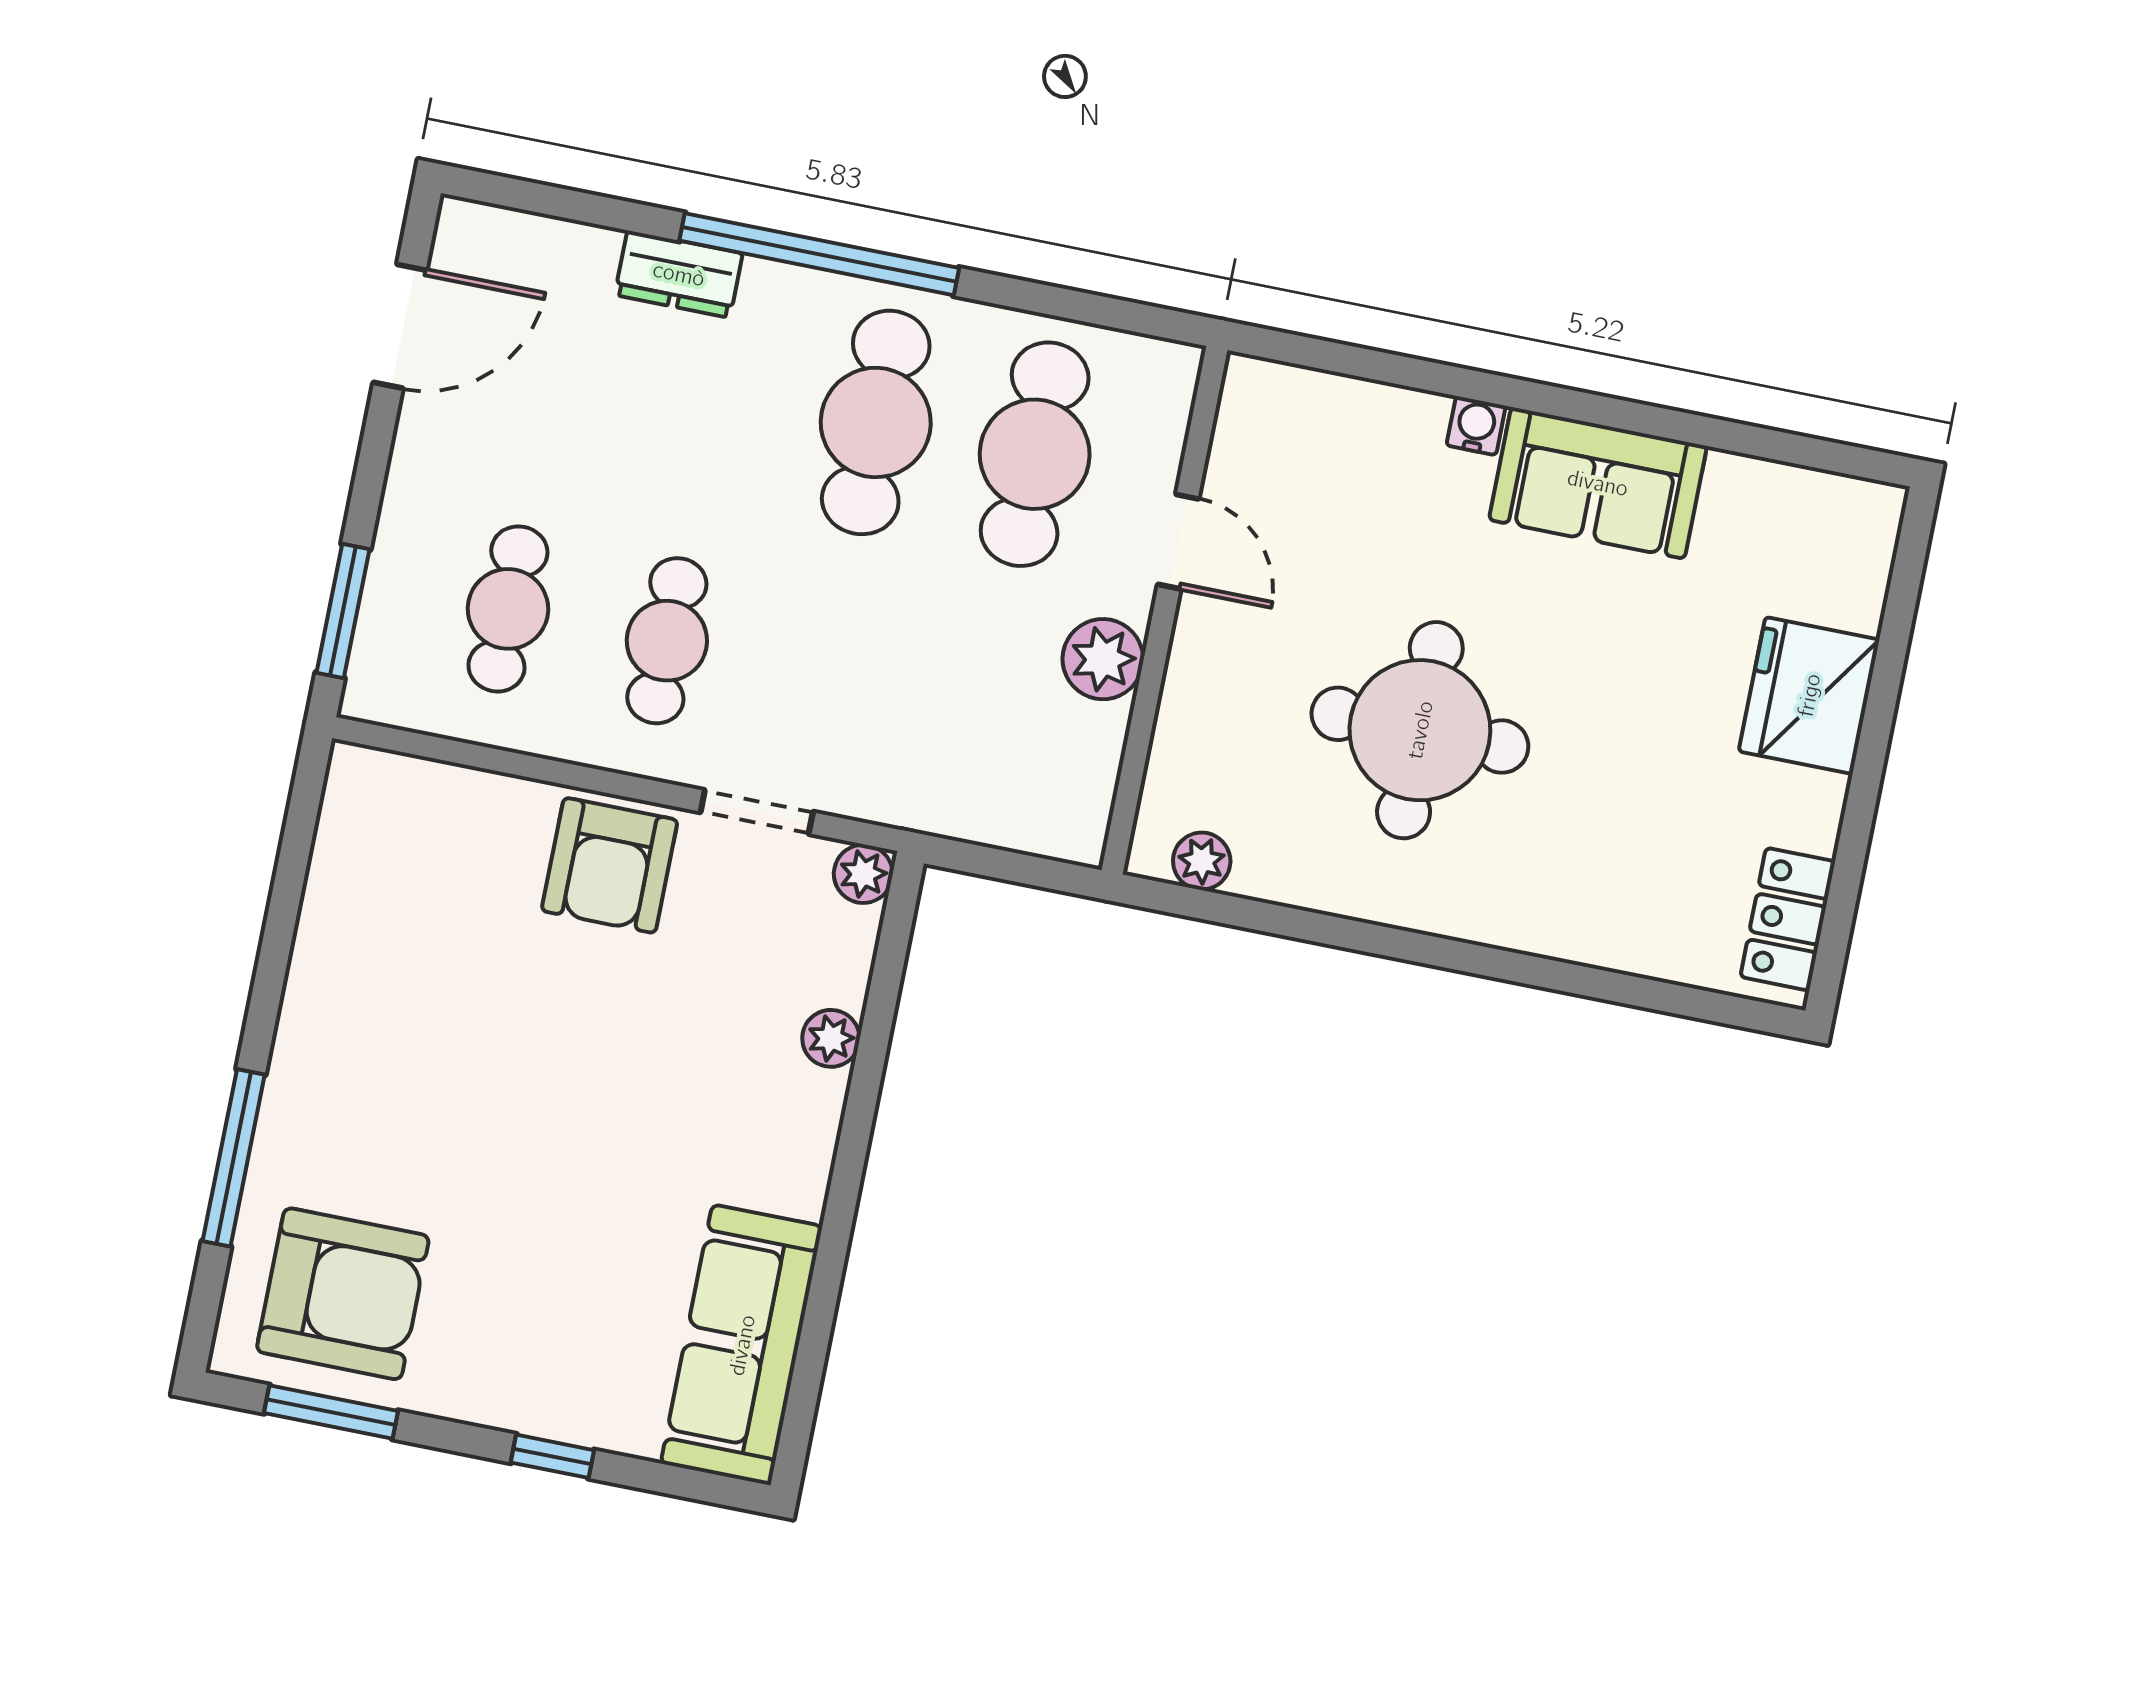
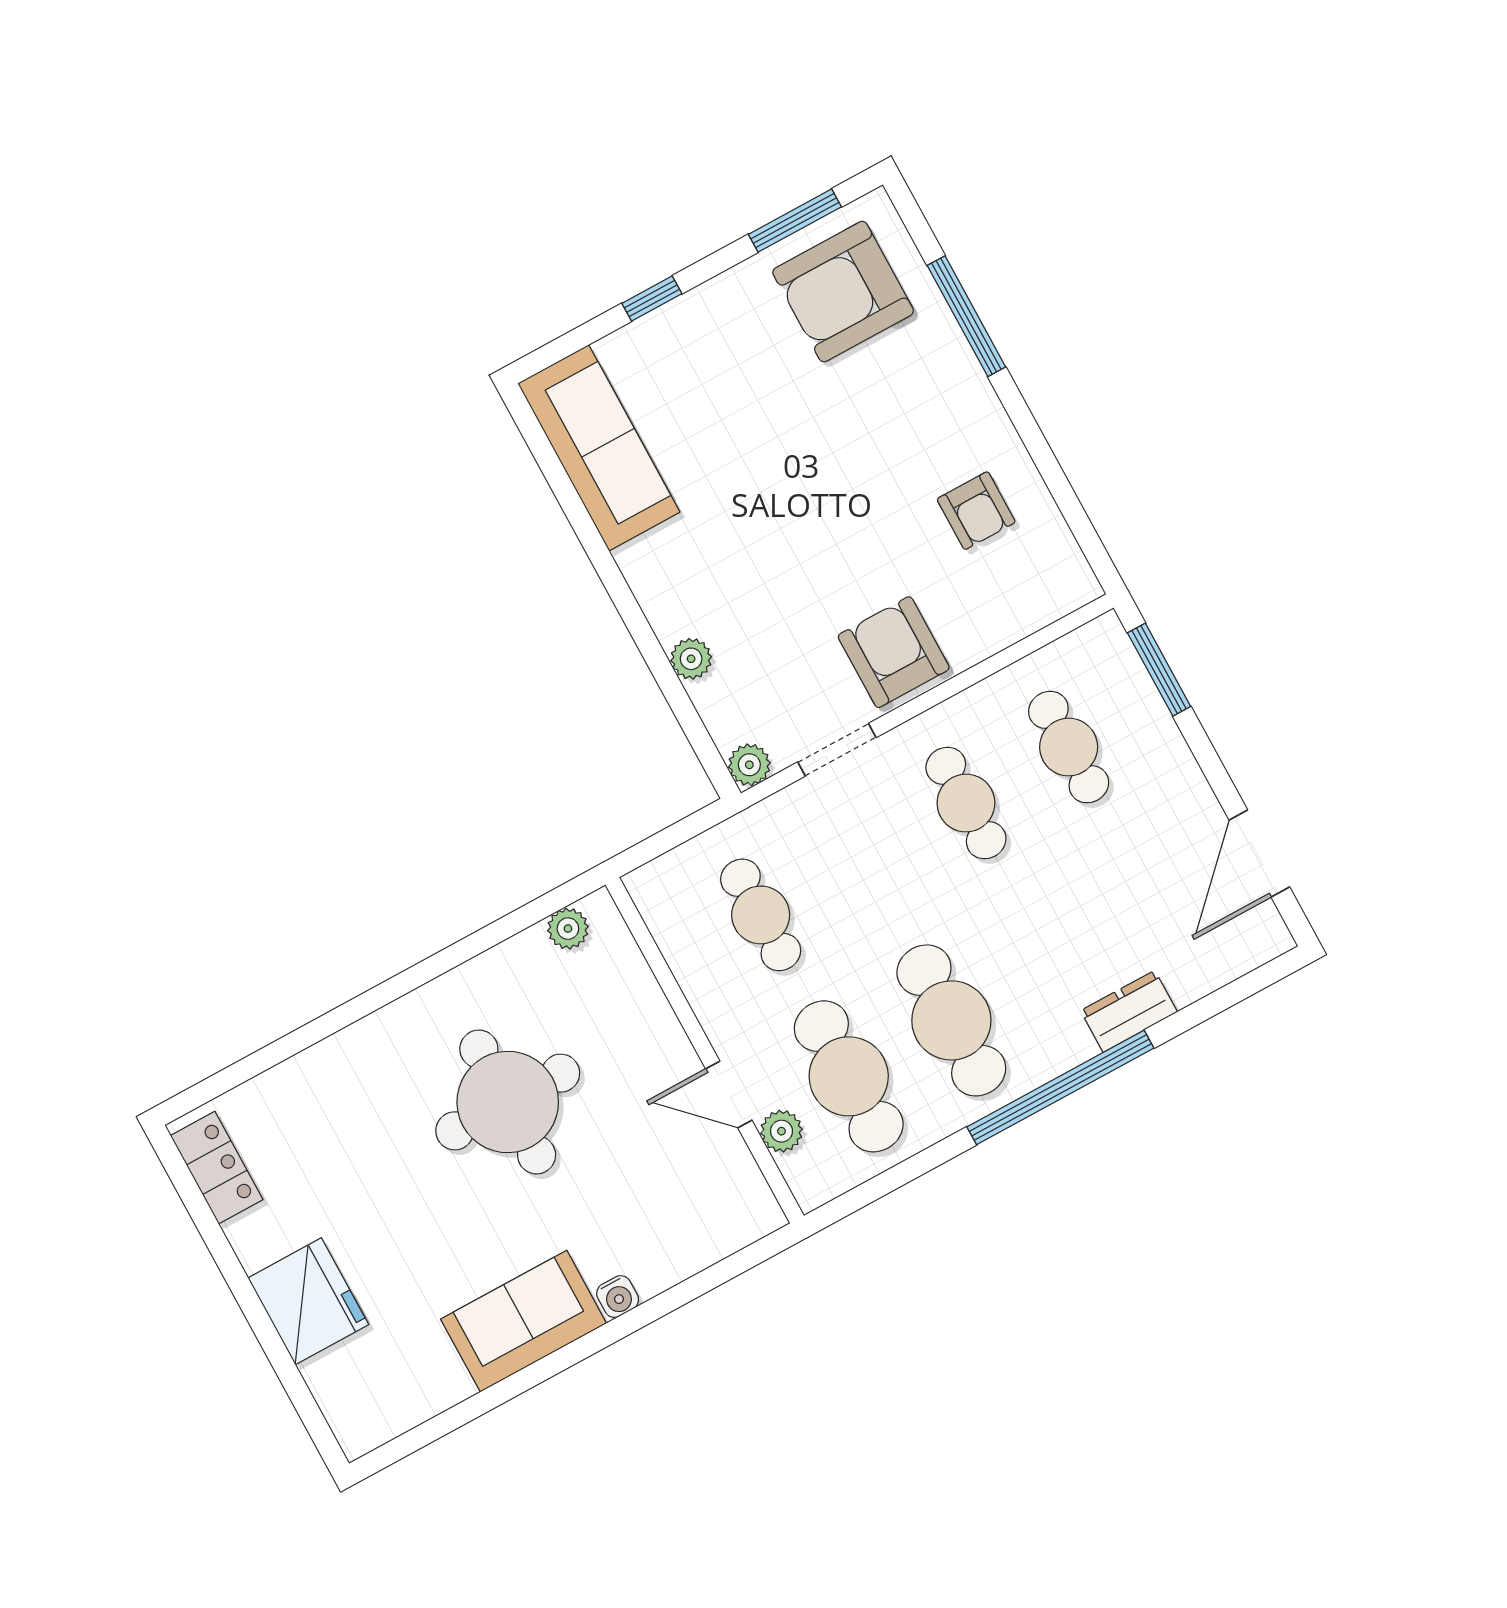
plant: (1103, 659) -> (781, 1131), moved, width x0.73, depth x0.73
cafe table: (985, 704) -> (761, 915), added
armchair: (396, 943) -> (976, 511), added

